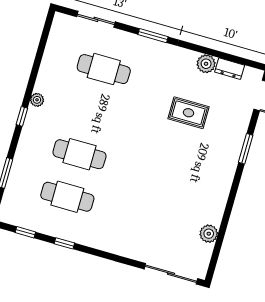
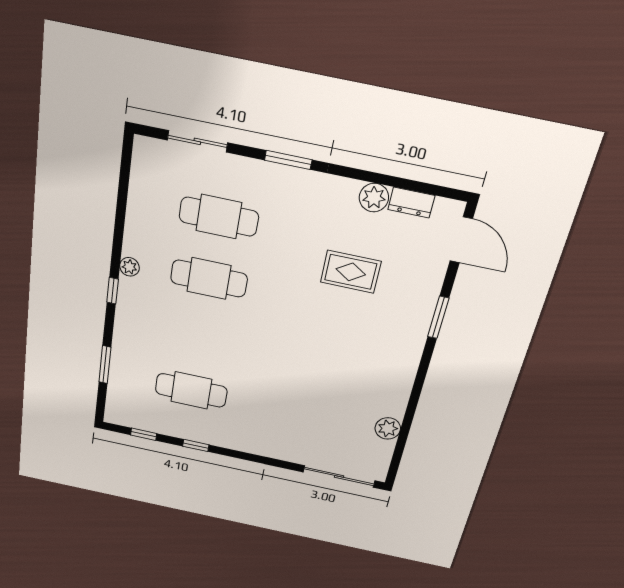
cafe table: (79, 154) -> (209, 279), moved

